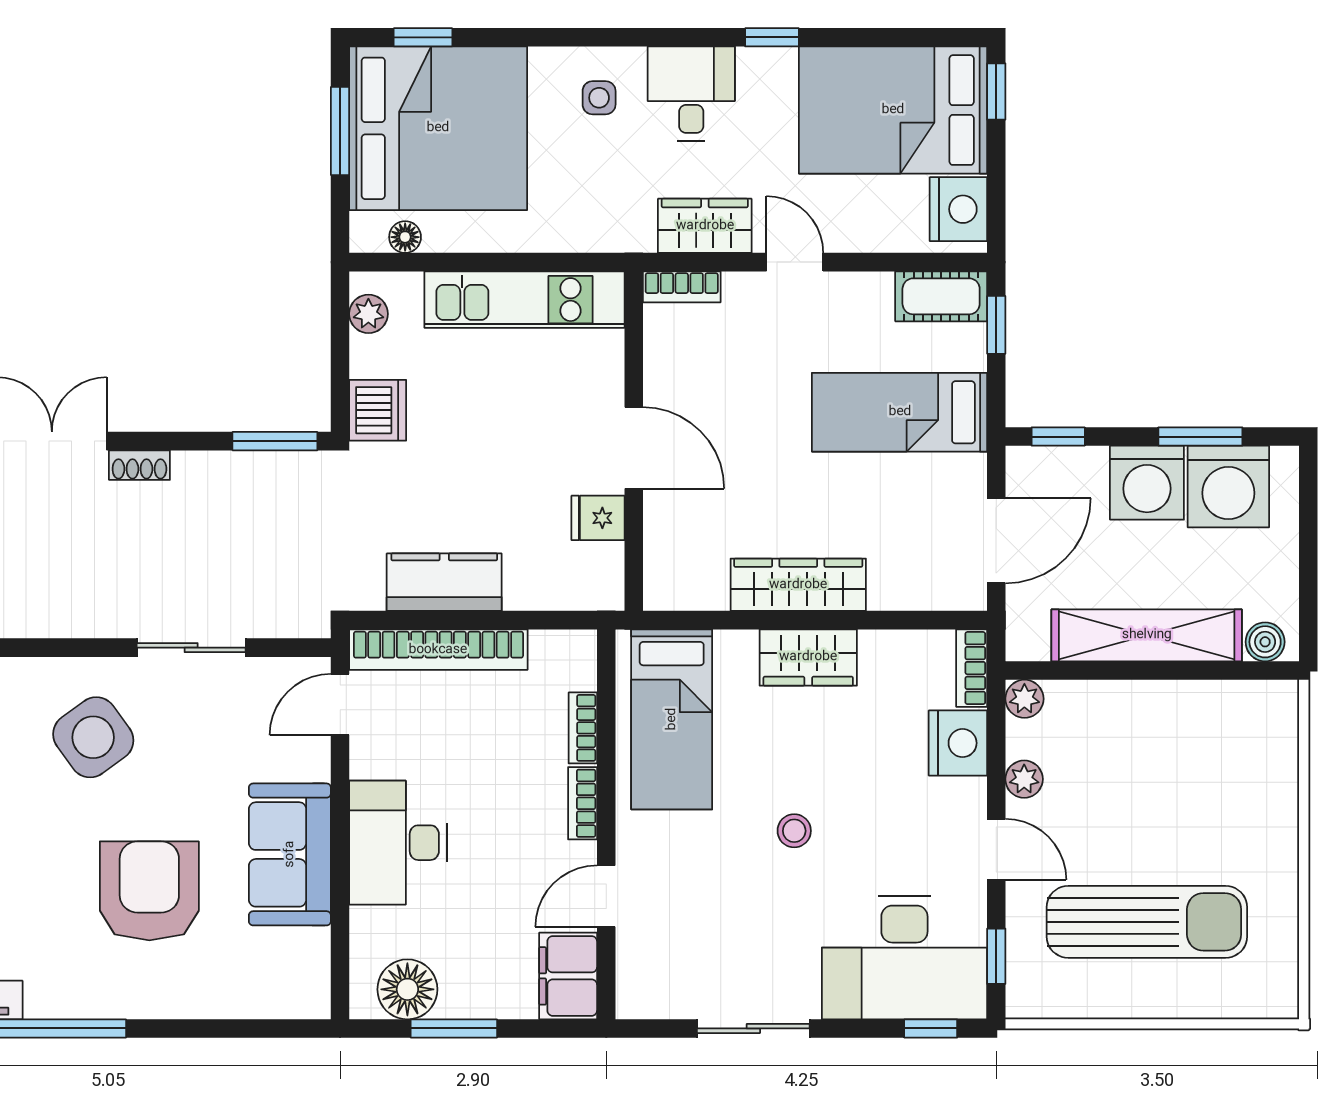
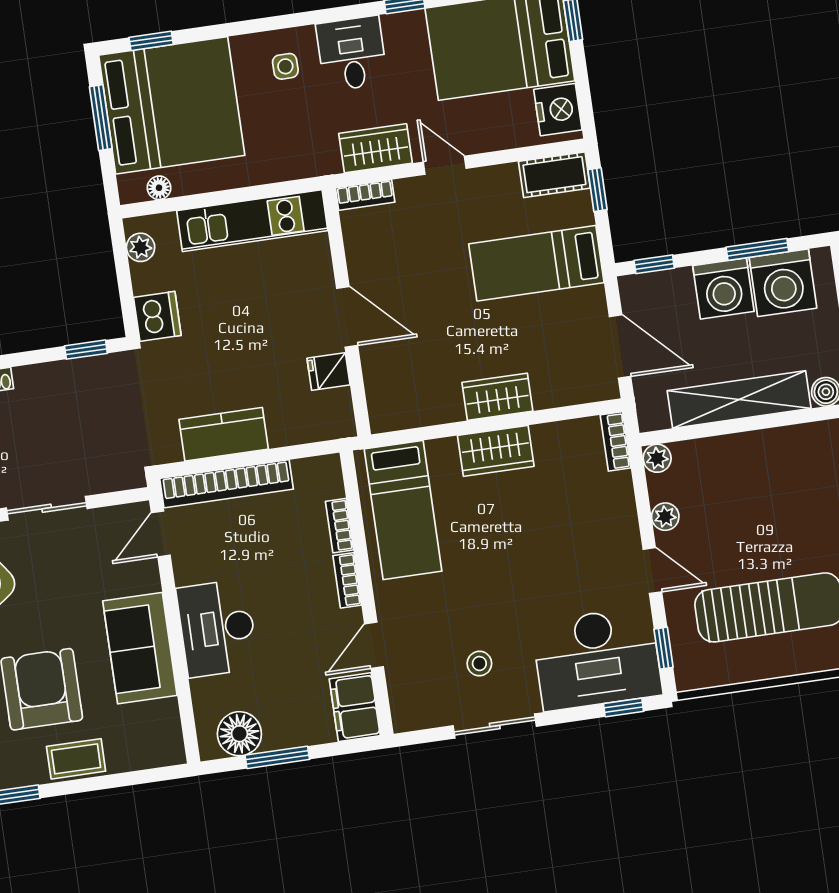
window: (275, 441) -> (86, 350), width x0.67
door: (996, 541) -> (620, 346), hinge flipped
wardrobe: (798, 585) -> (497, 397), width x0.67
nightstand: (958, 743) -> (613, 497), removed
stool: (794, 831) -> (479, 664), moved
coffee table: (182, 991) -> (76, 759), added

